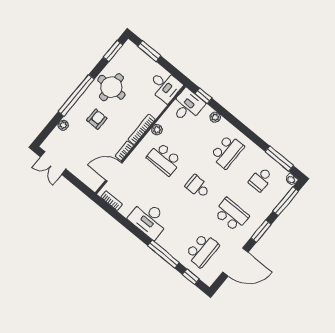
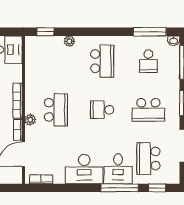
desk: (187, 106) -> (118, 169), moved, turned 180
plant: (157, 130) -> (30, 120), moved
school desk: (164, 159) -> (56, 110), turned -90
school desk: (231, 215) -> (148, 110), turned 180
school desk: (202, 250) -> (148, 159), turned 180

